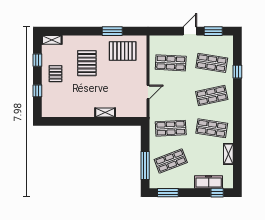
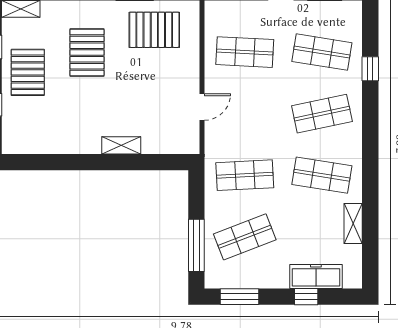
pallet: (55, 74) -> (28, 72), width x1.50, depth x1.42
window: (217, 193) -> (306, 297), moved

